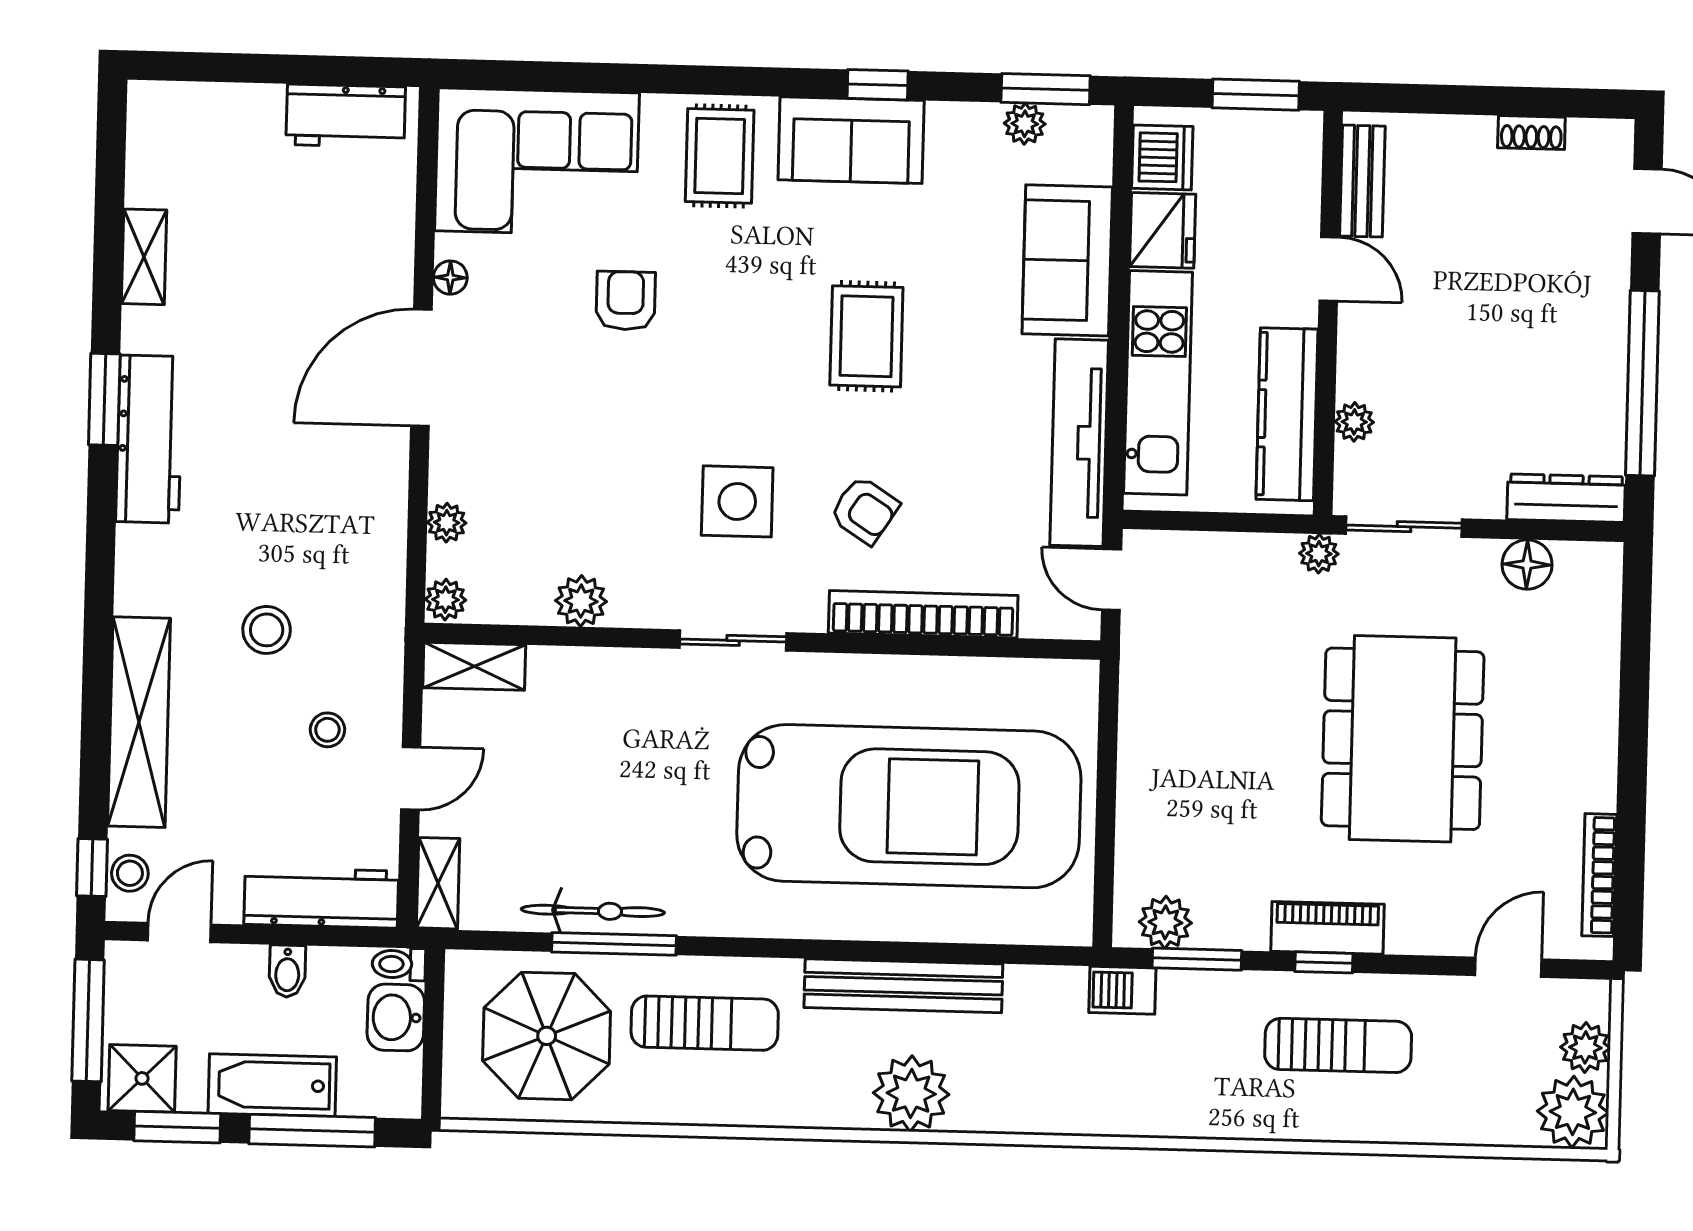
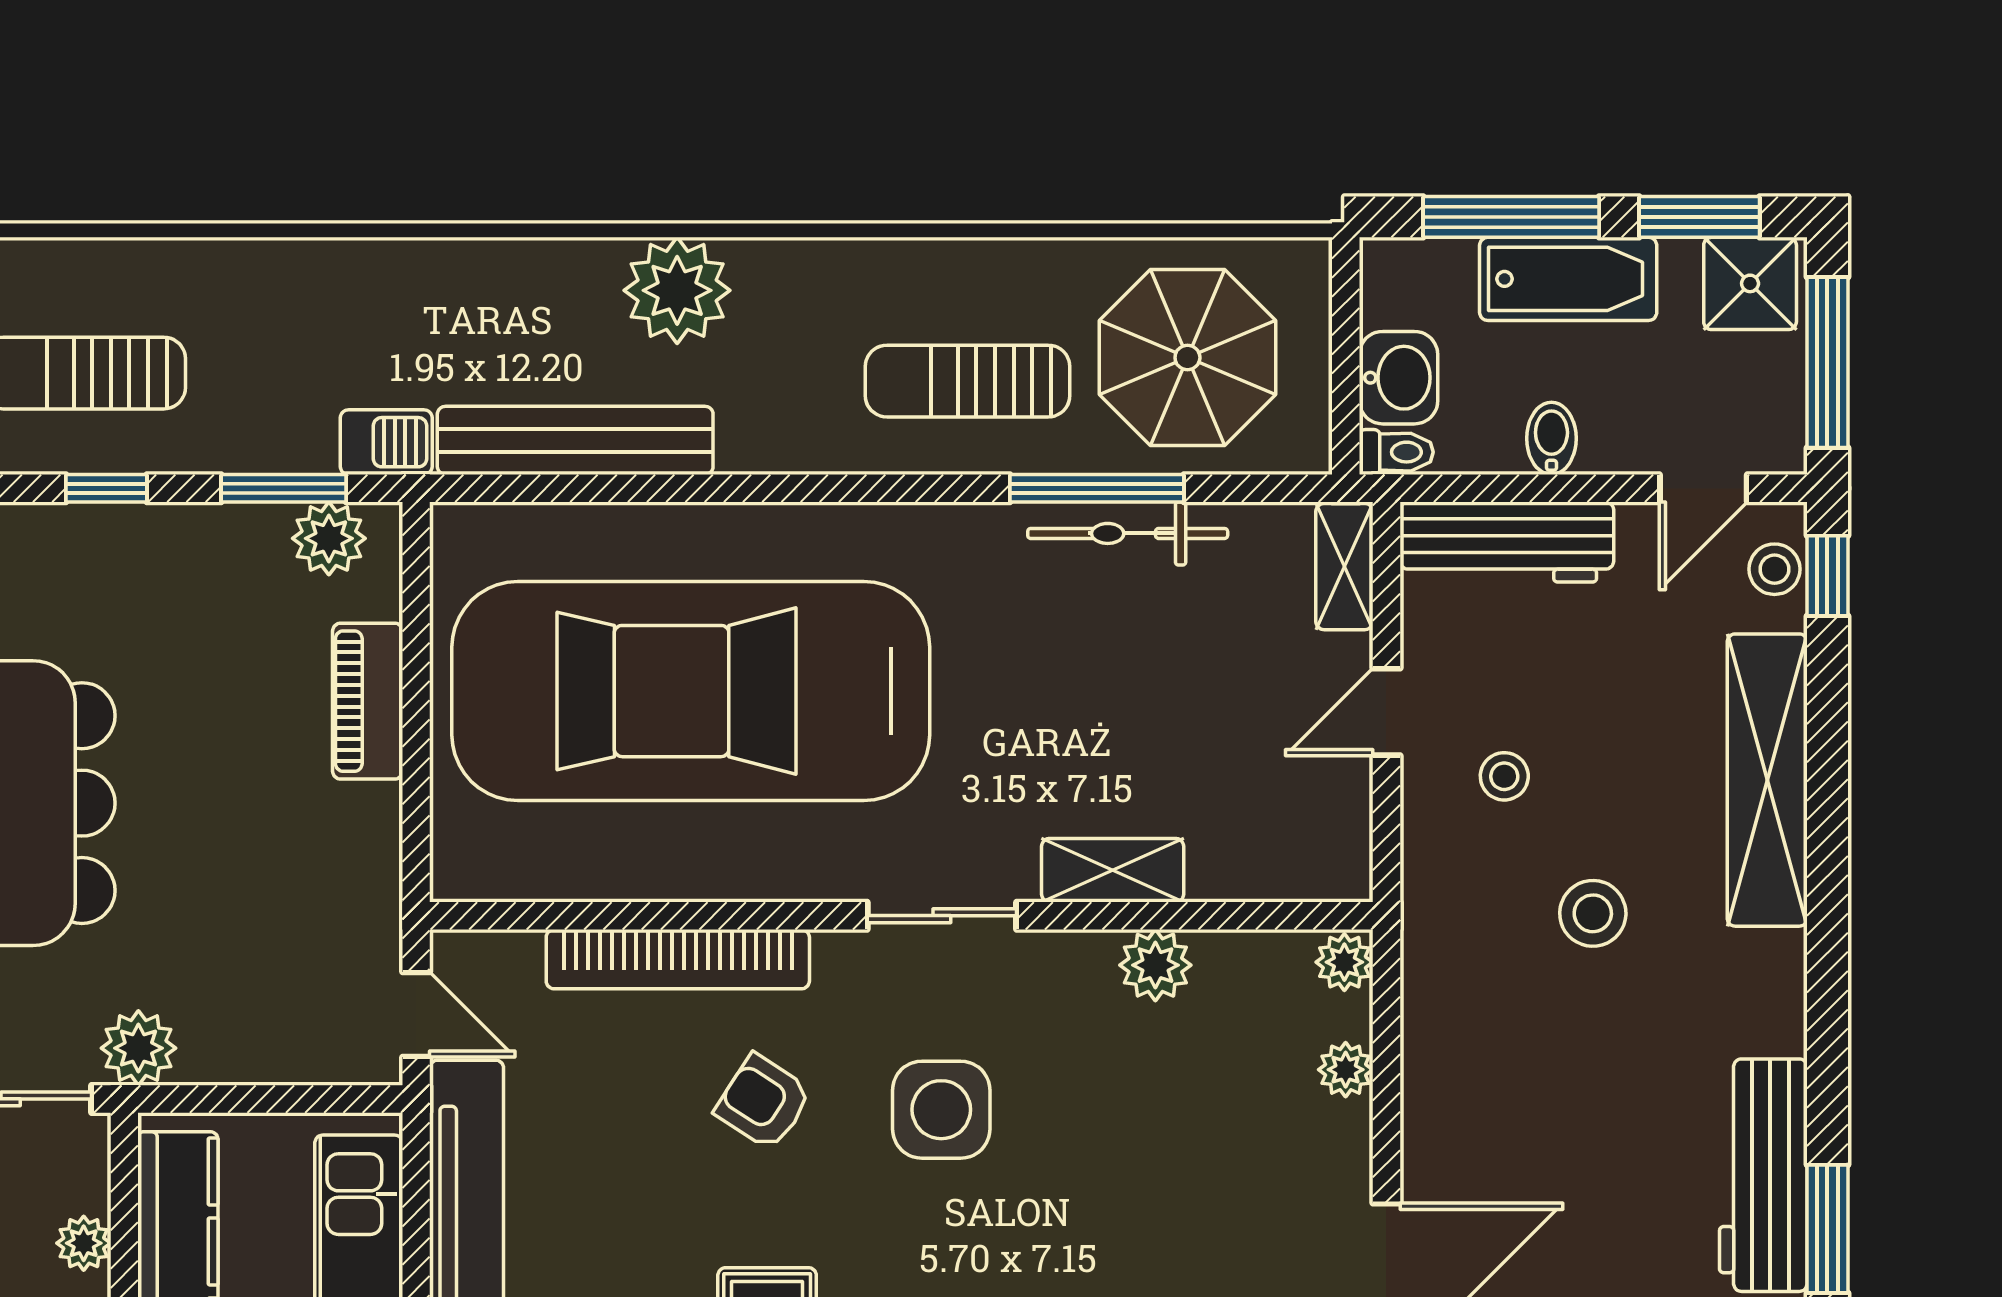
plant: (1319, 554) -> (138, 1048), width x1.38, depth x1.38
shelving: (474, 666) -> (1113, 870), moved
piano: (1327, 928) -> (368, 701), moved, turned 90
bench: (903, 986) -> (575, 440), moved

